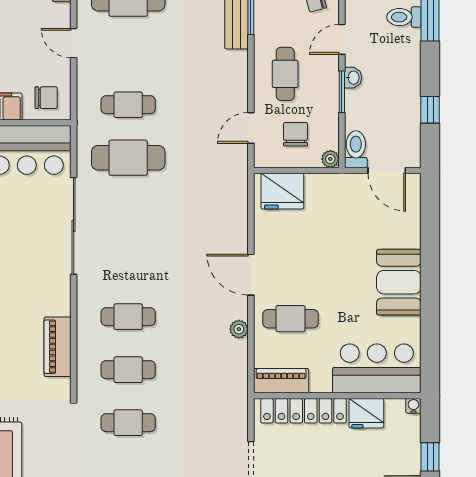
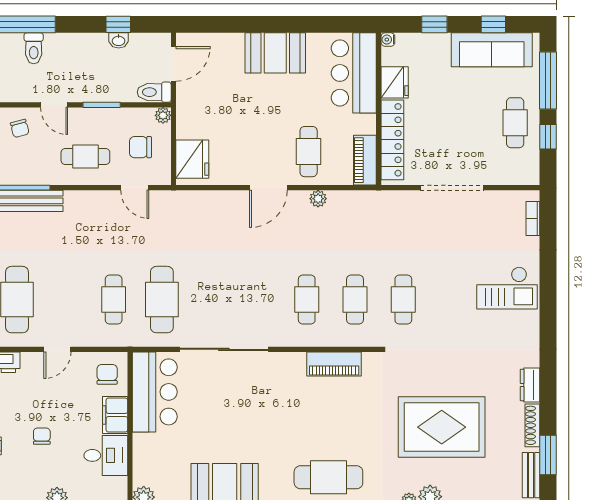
washbasin: (353, 78) -> (119, 40), moved, turned 180

